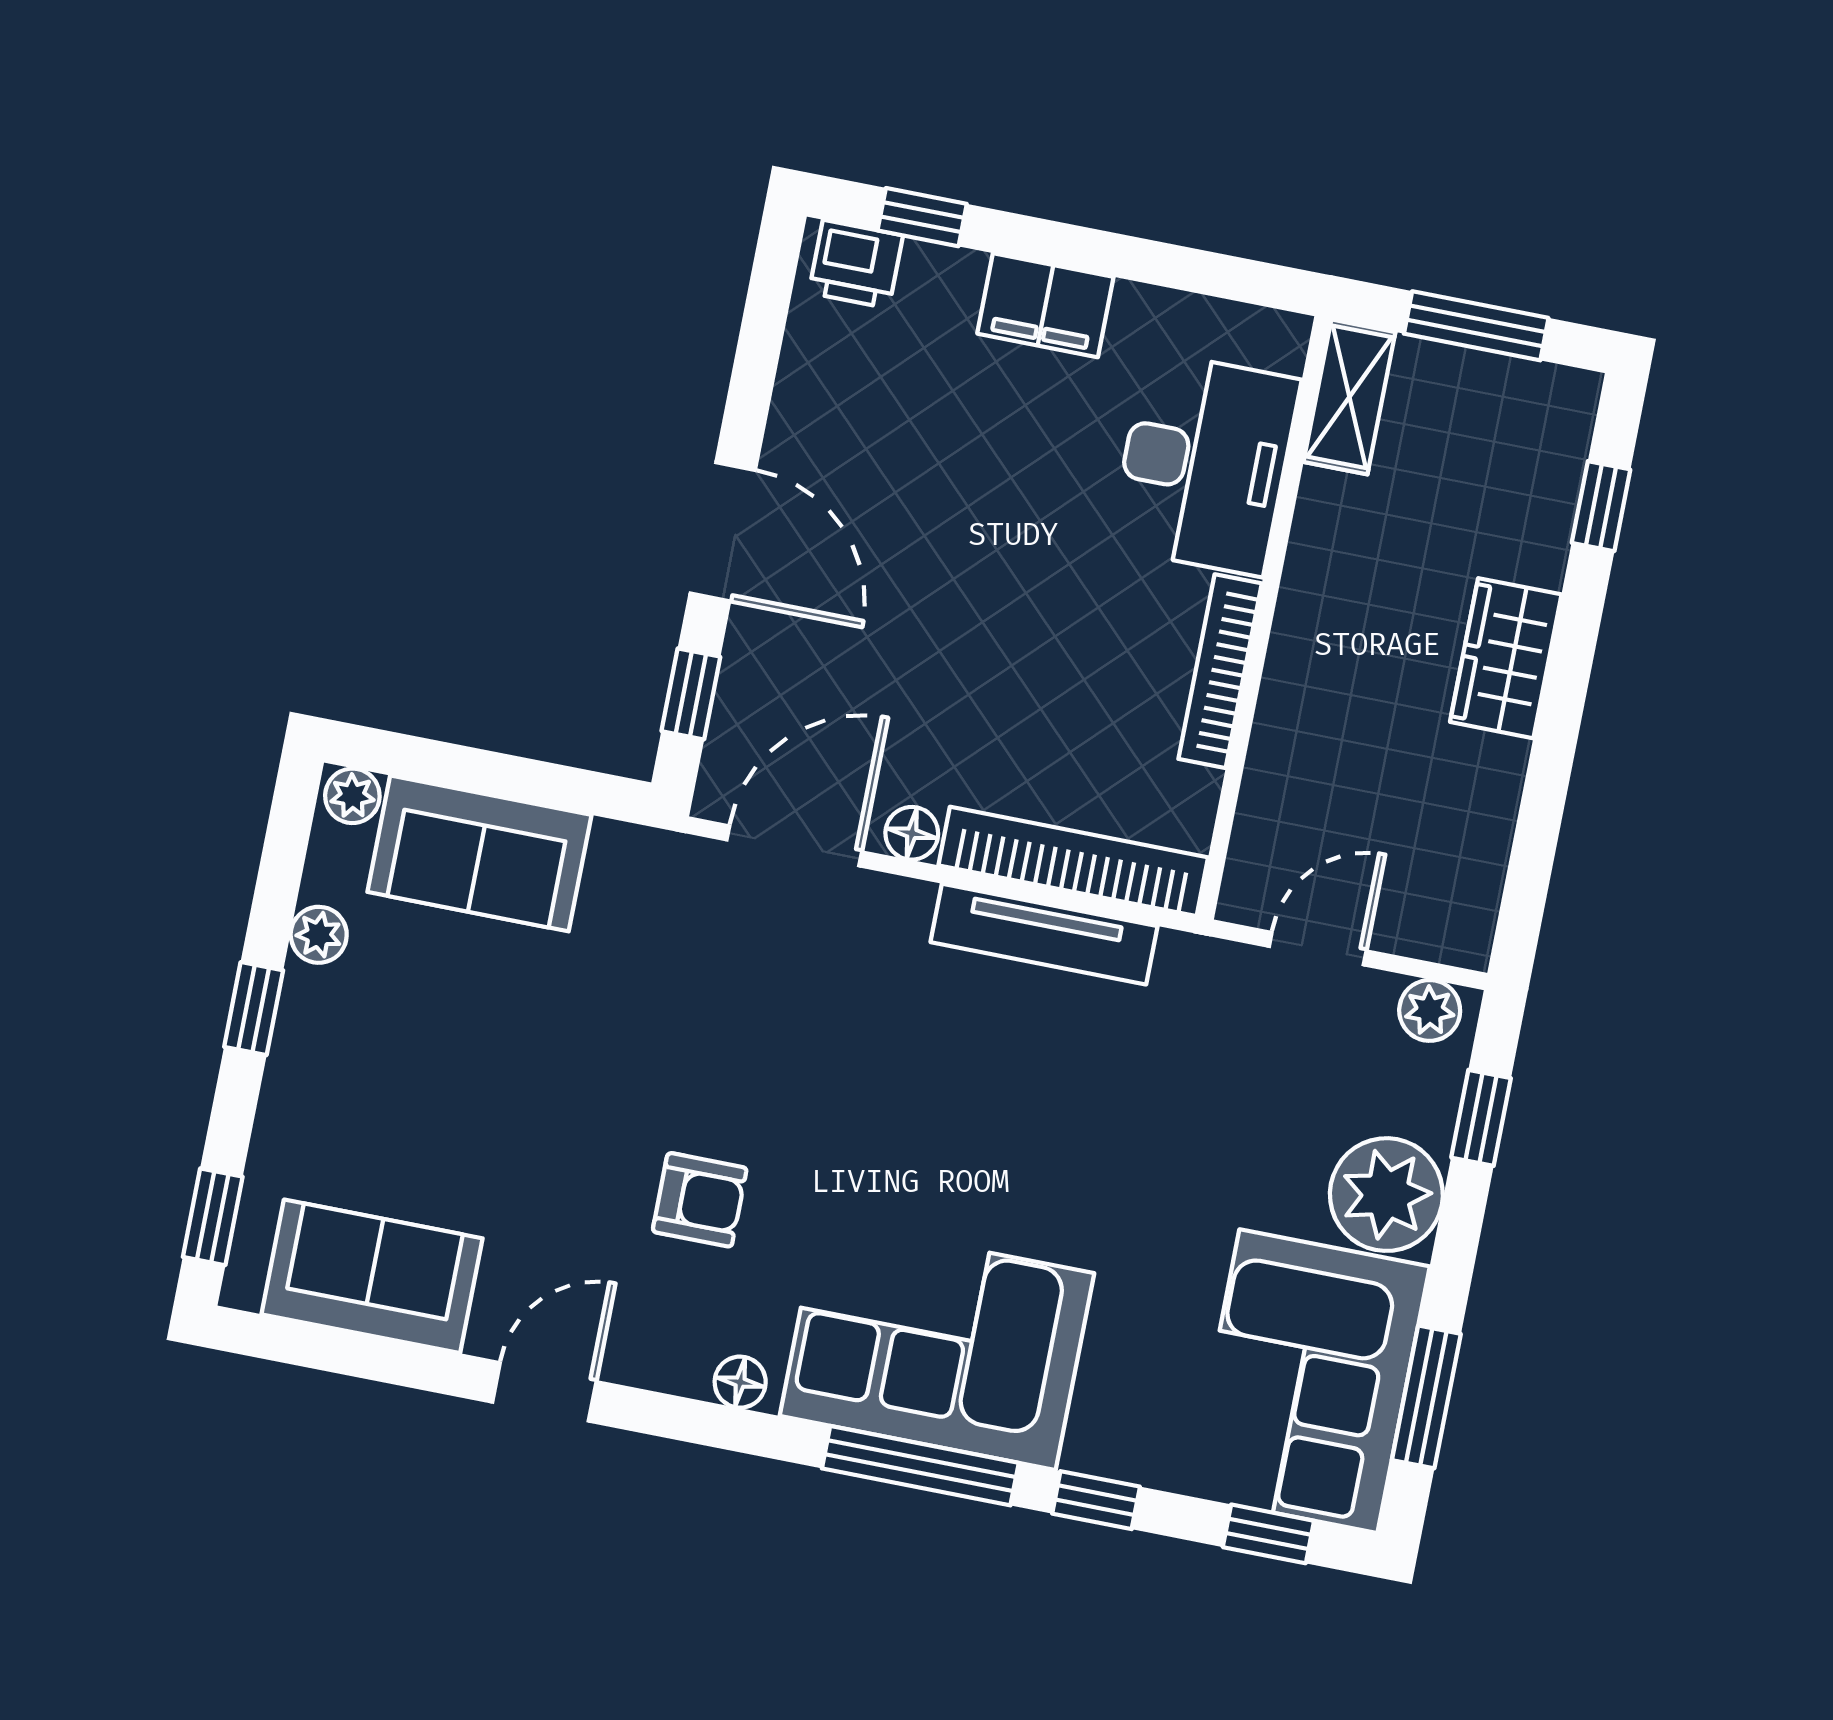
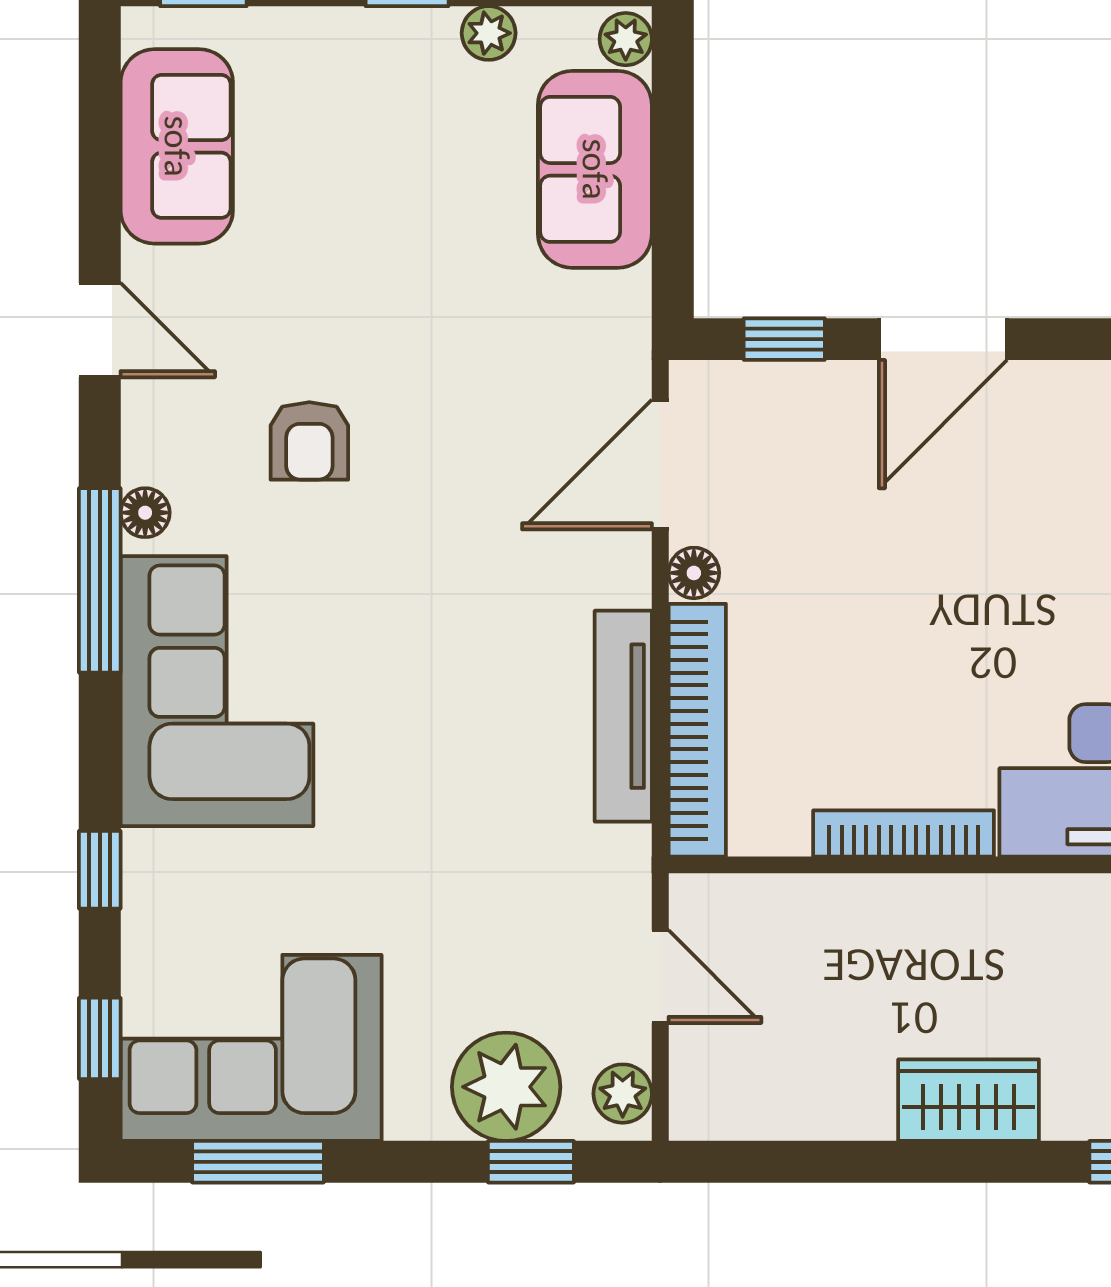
door: (794, 846) -> (660, 465), swing flipped
plant: (1386, 1195) -> (506, 1087), moved
window: (920, 1466) -> (100, 580), moved

